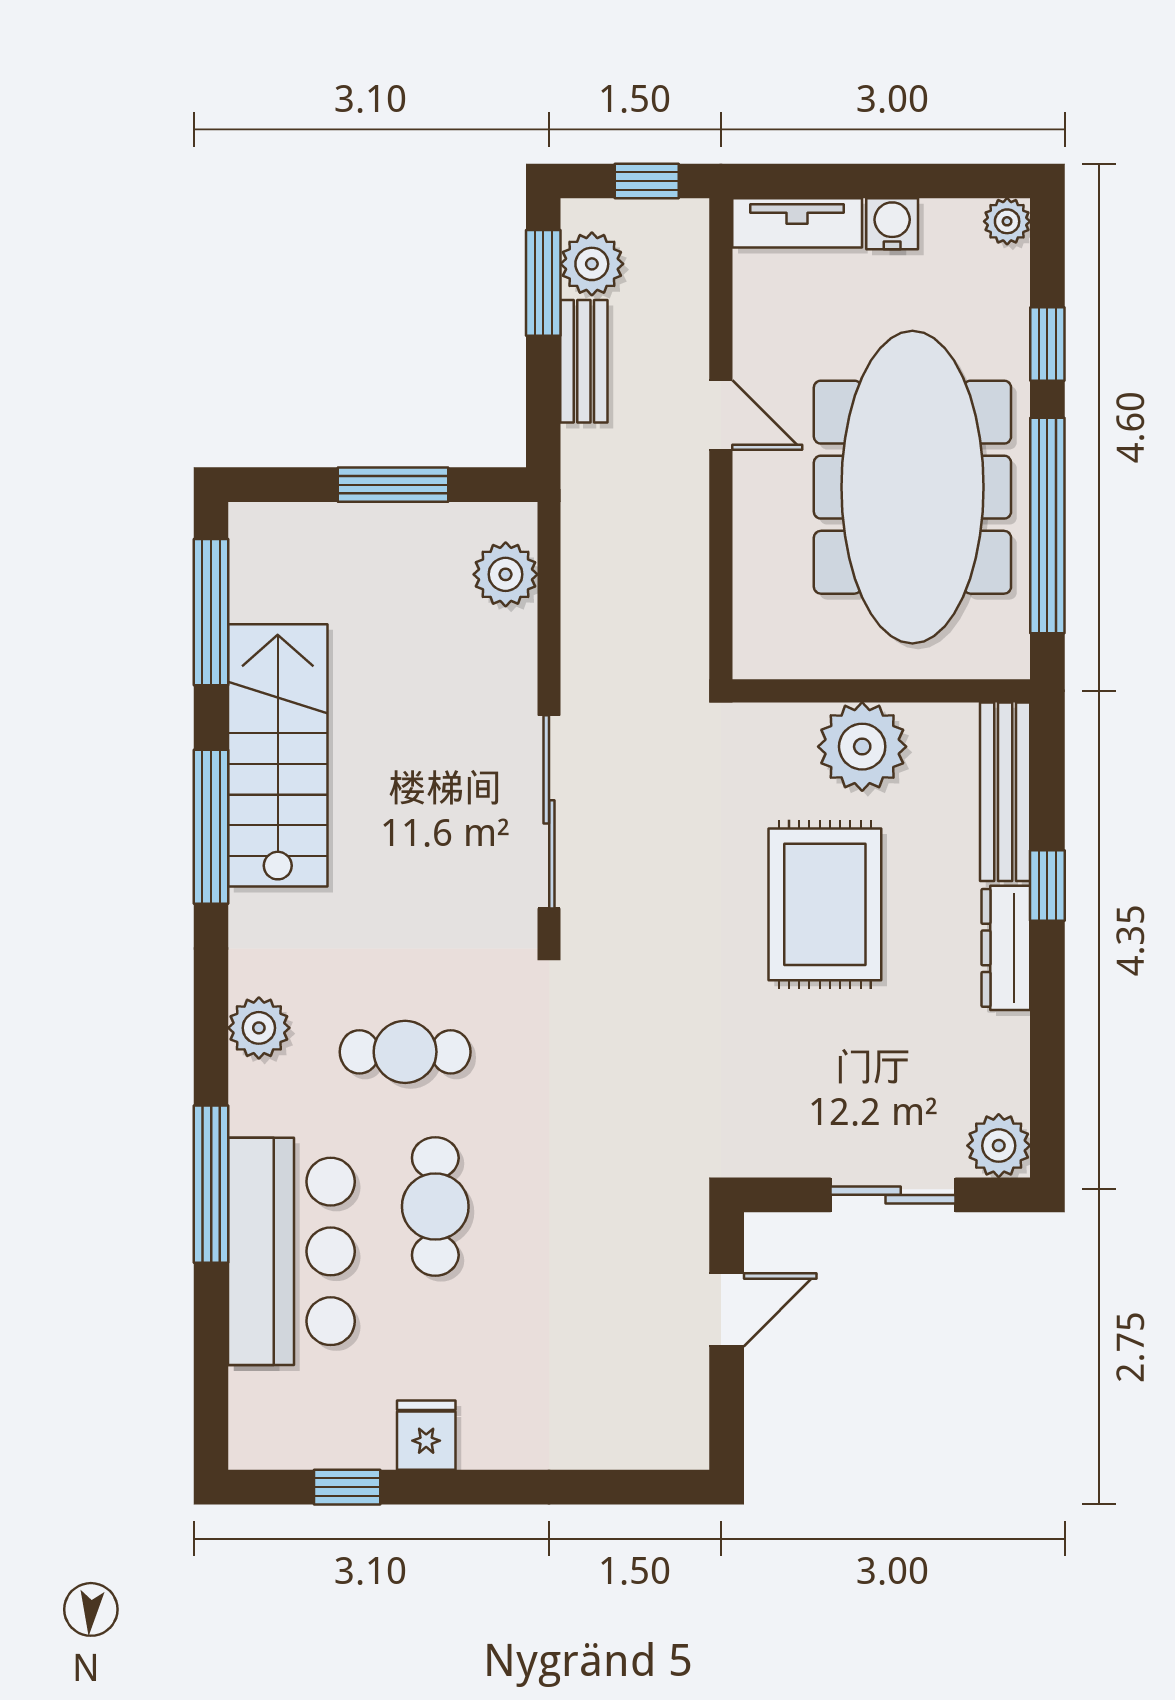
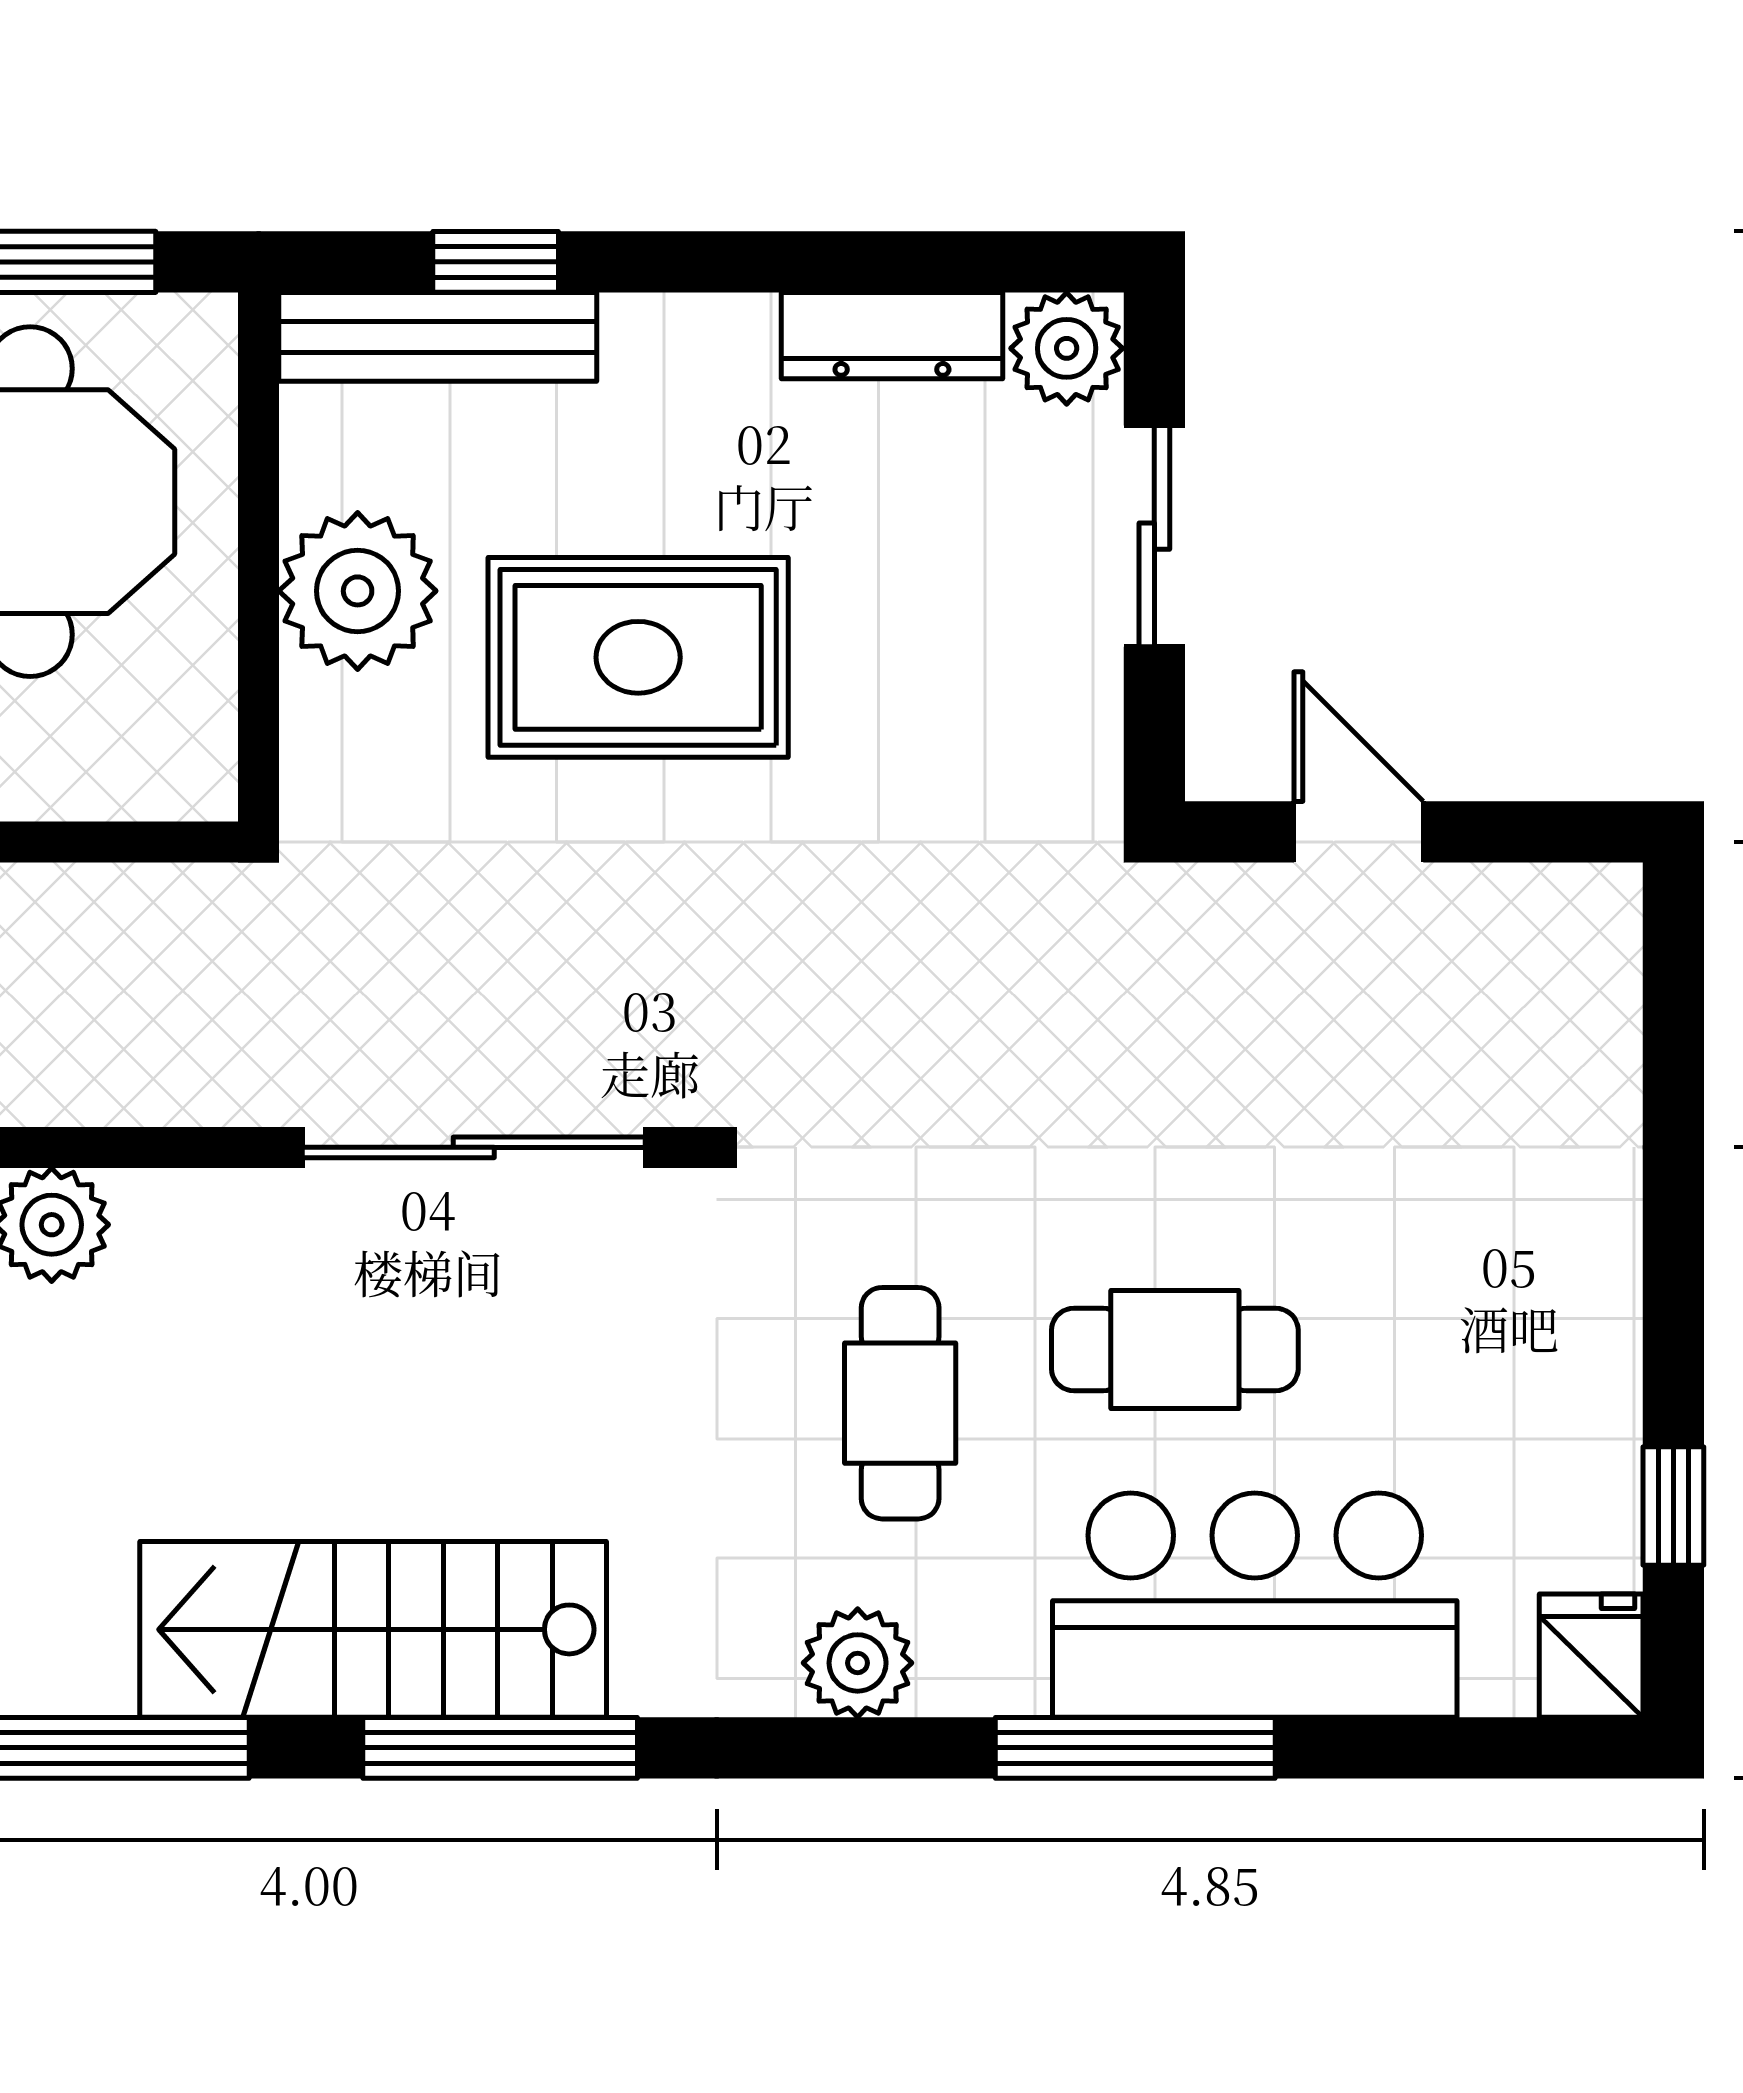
window: (1047, 886) -> (496, 262), moved
dresser: (1006, 948) -> (892, 336), moved
fridge: (426, 1435) -> (1591, 1656), moved, turned 90

